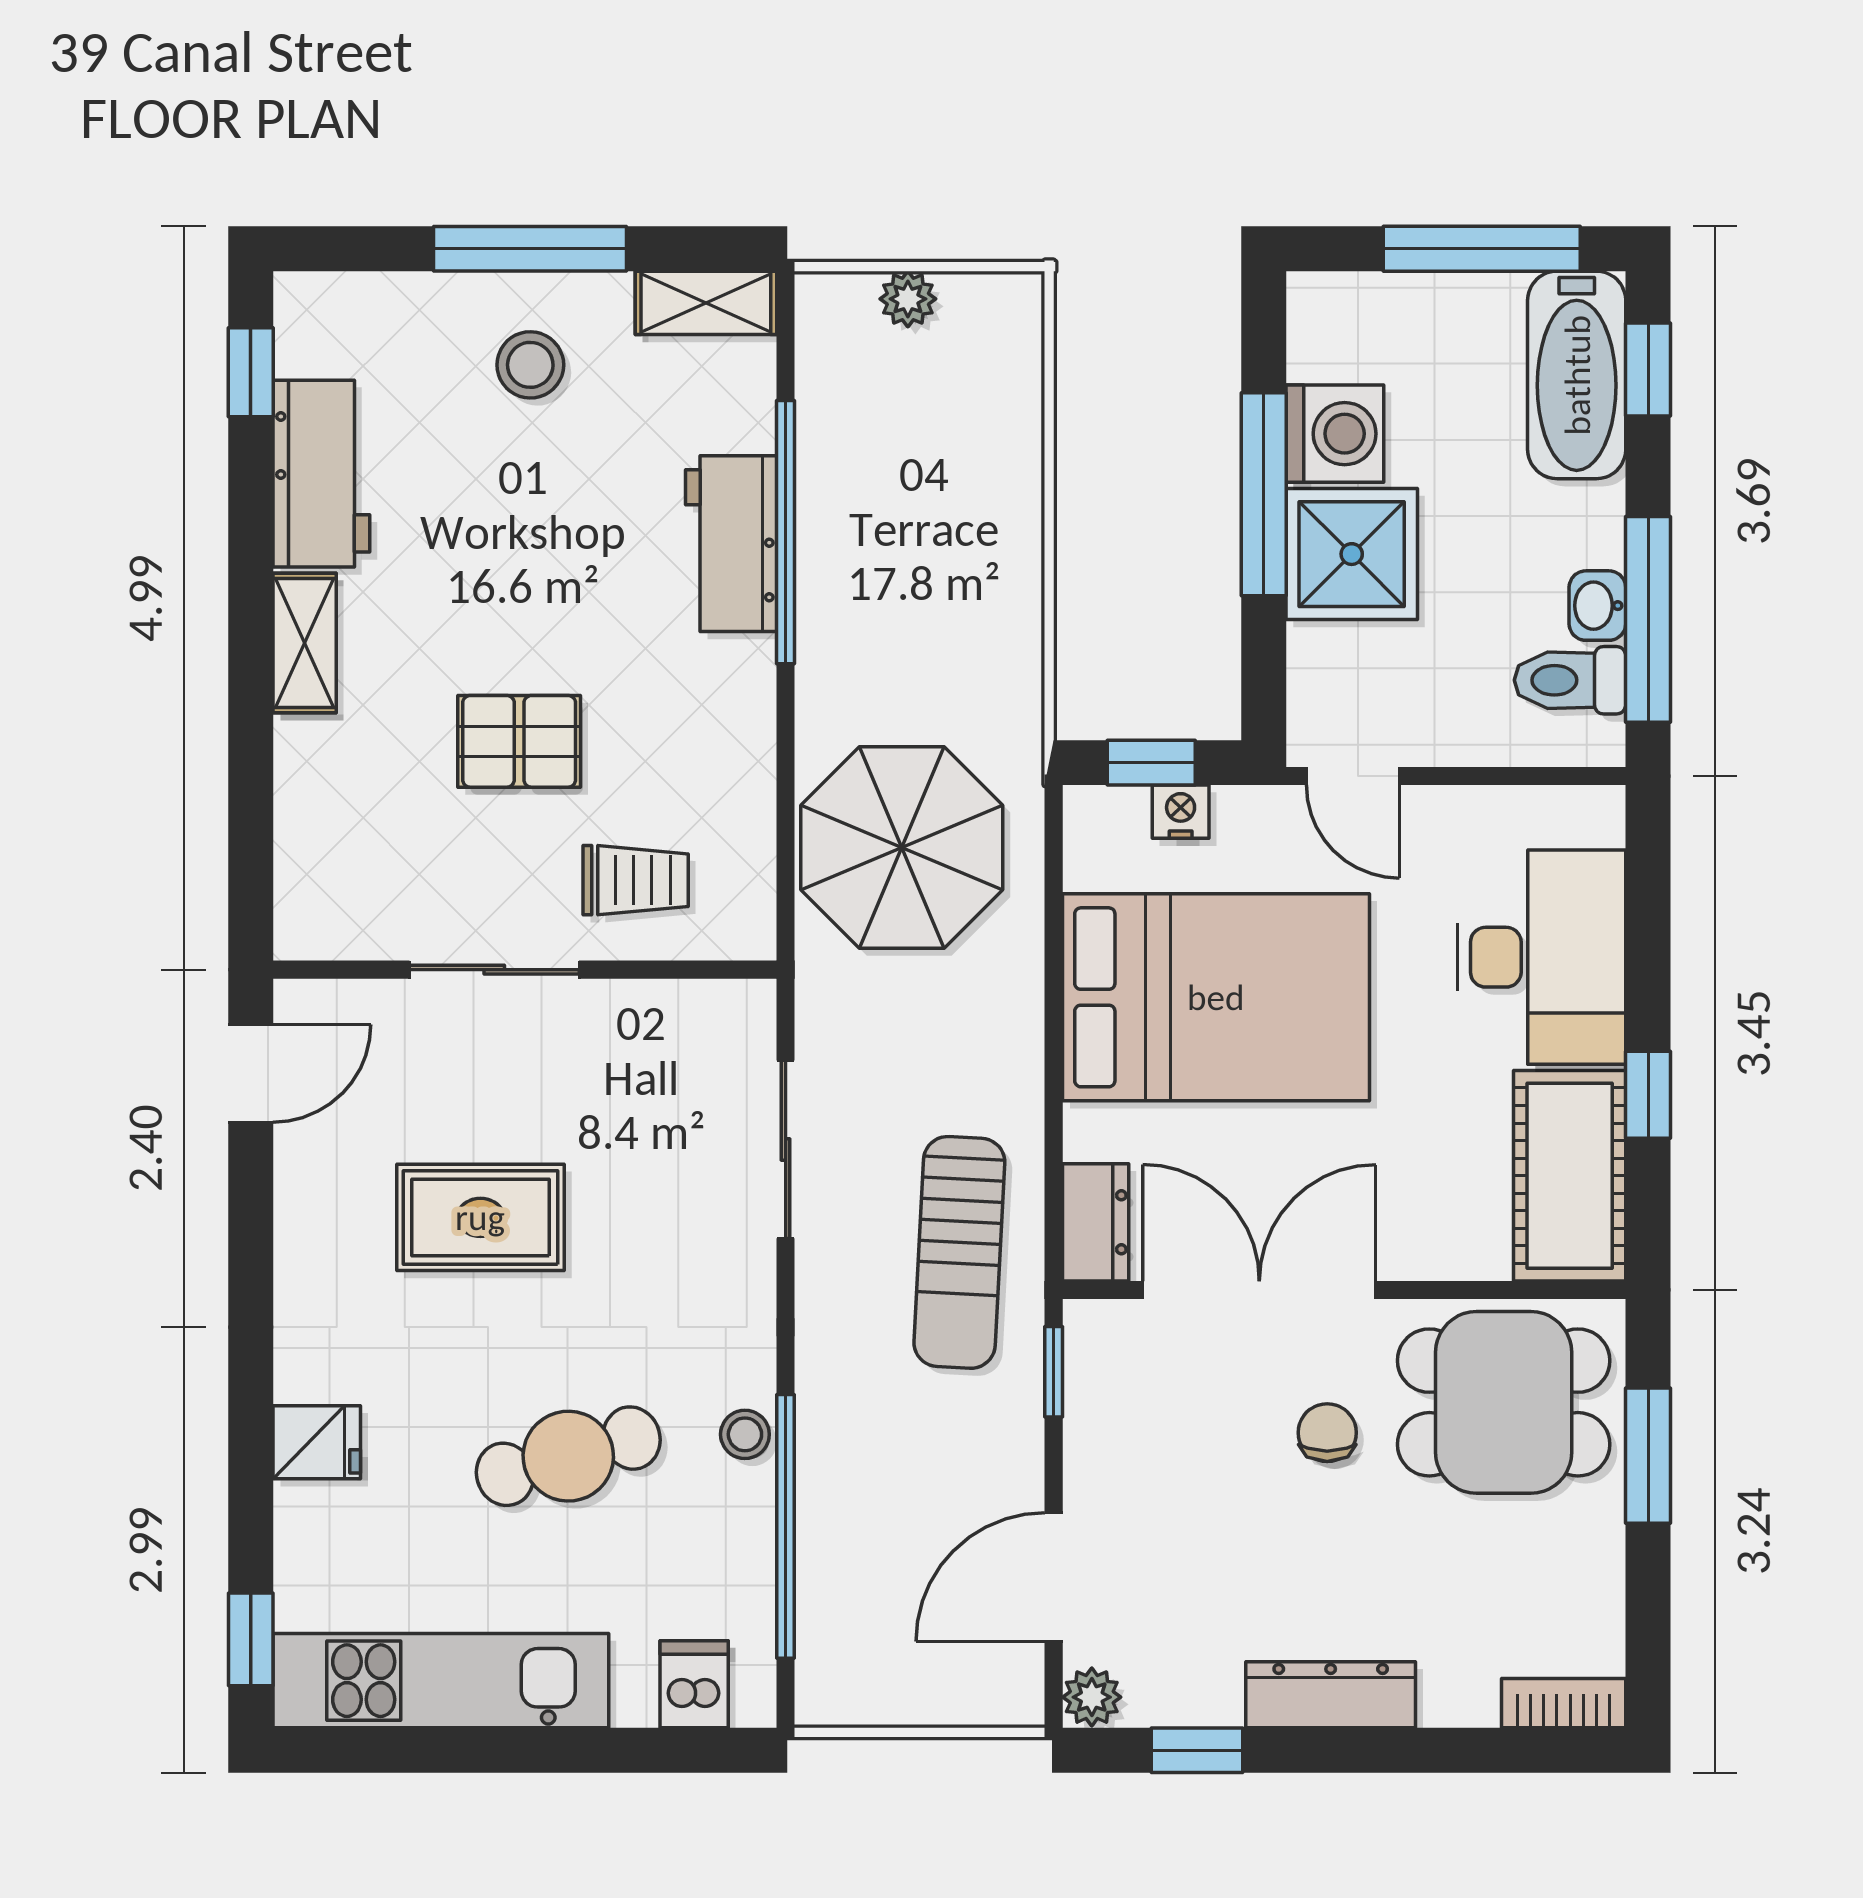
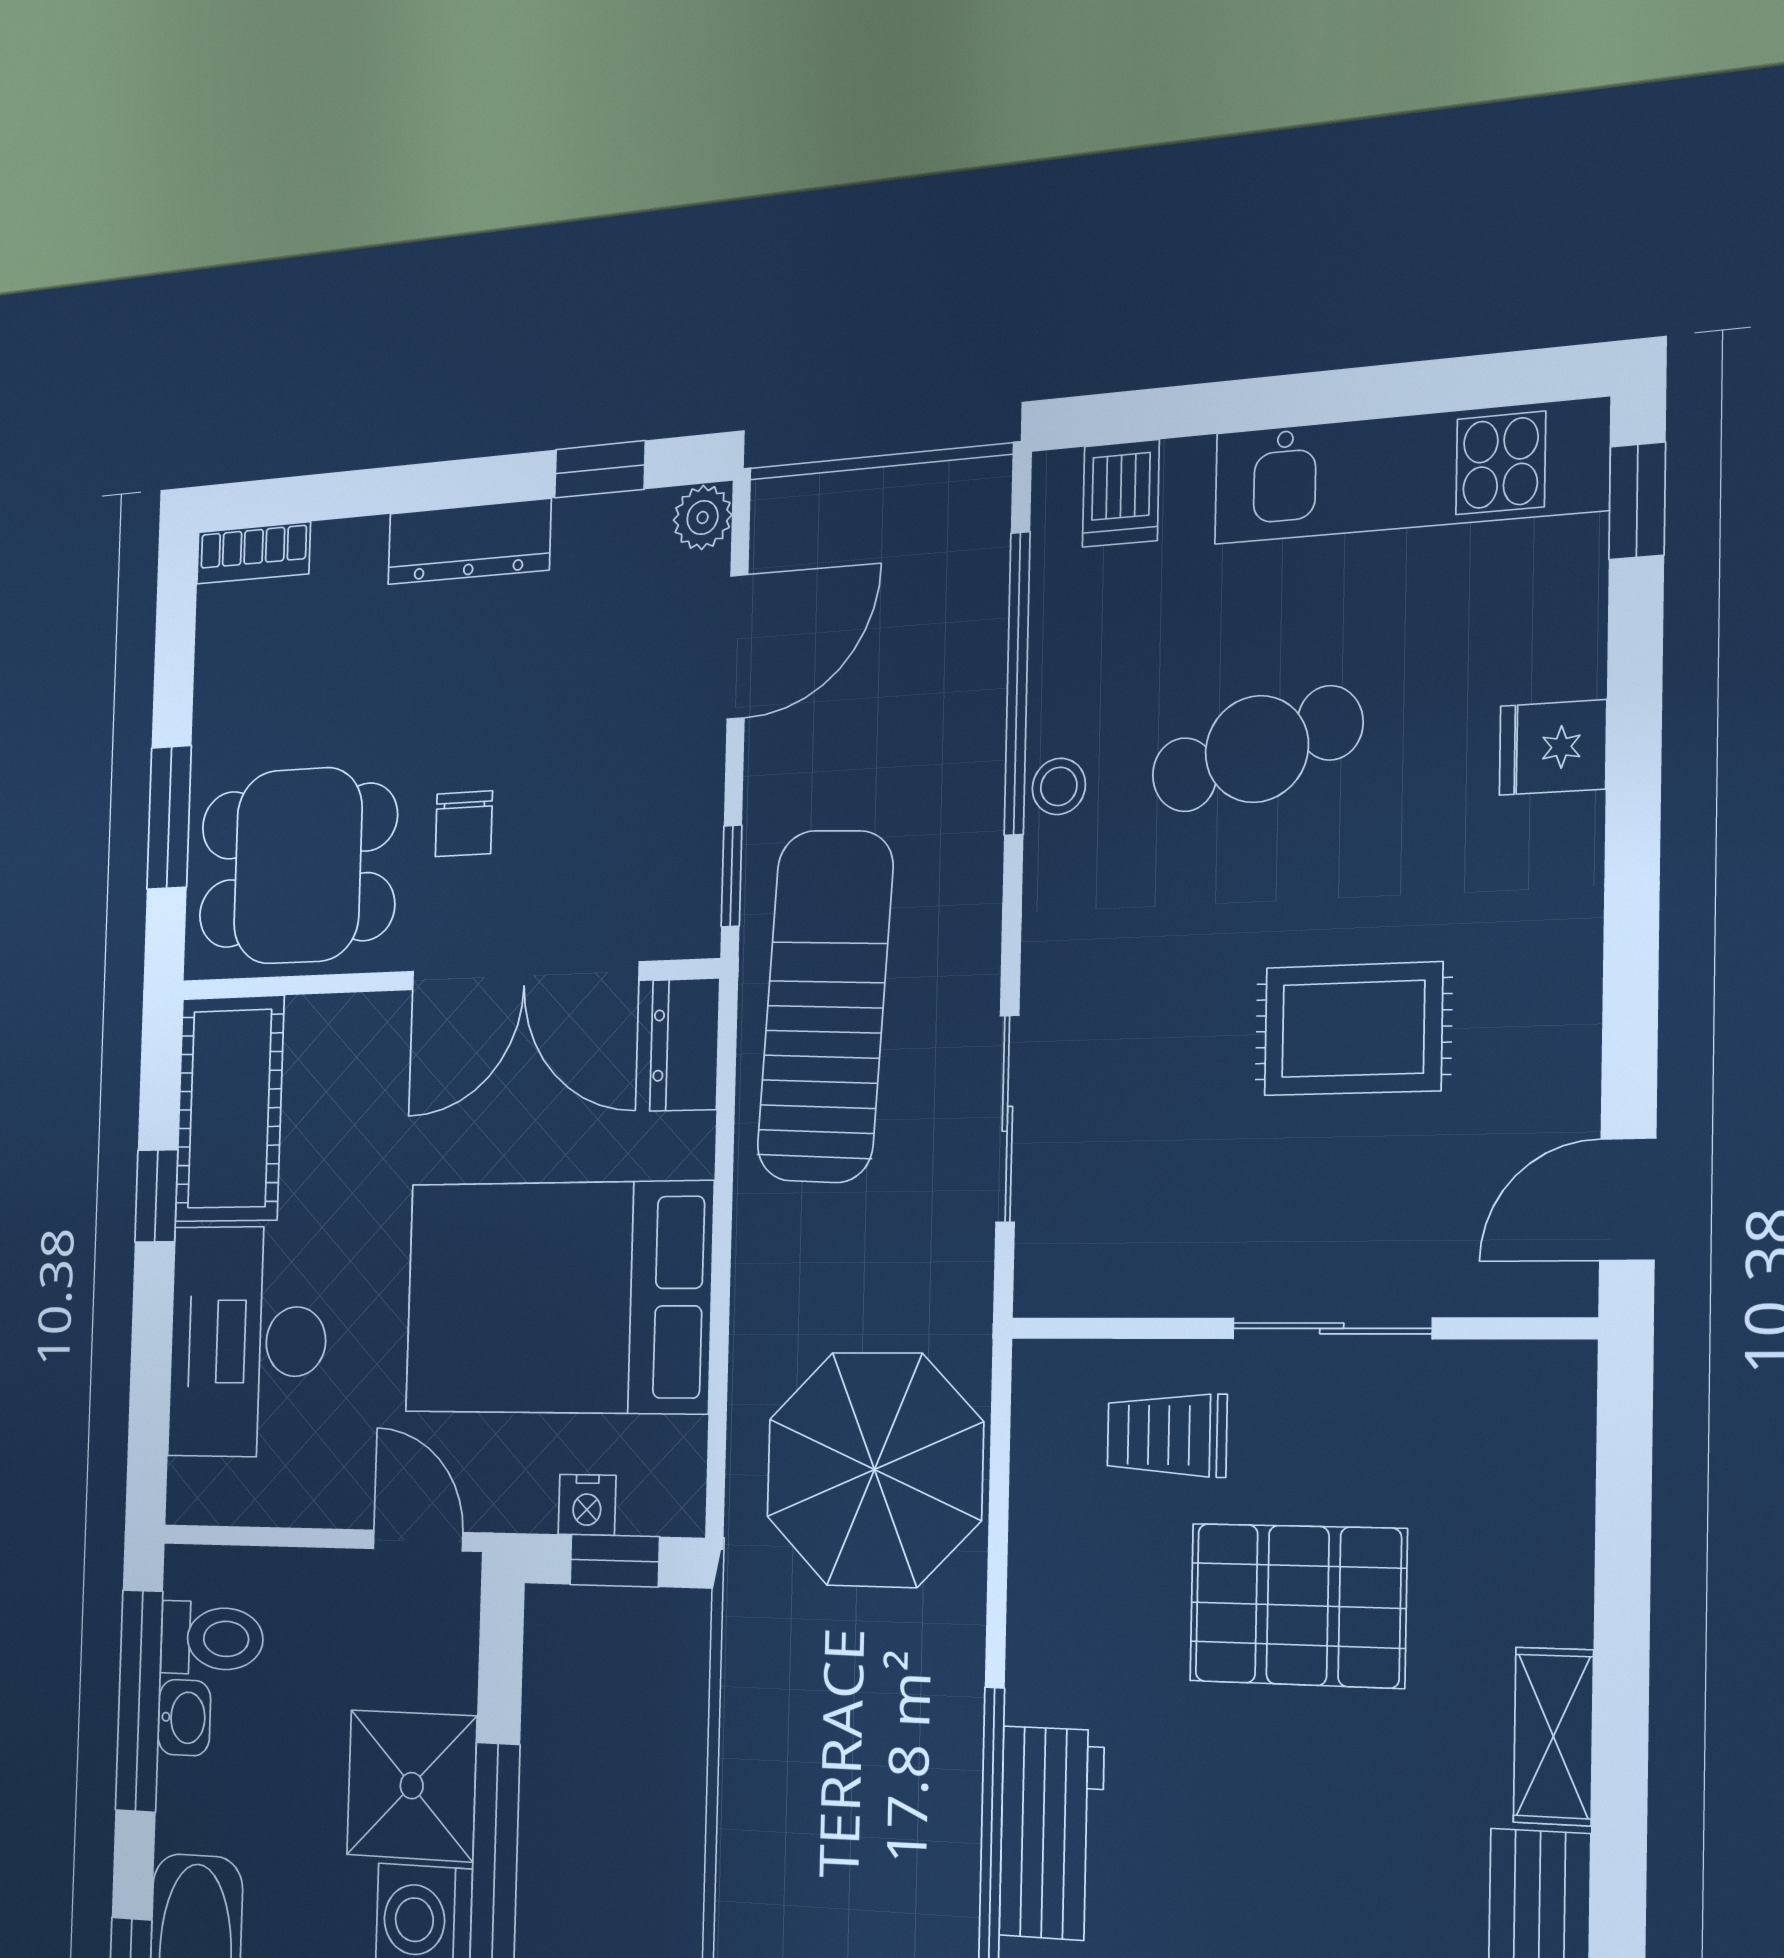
pallet: (519, 741) -> (1298, 1605), width x1.50, depth x1.42
sun lounger: (959, 1252) -> (825, 1006), width x1.36, depth x1.34

